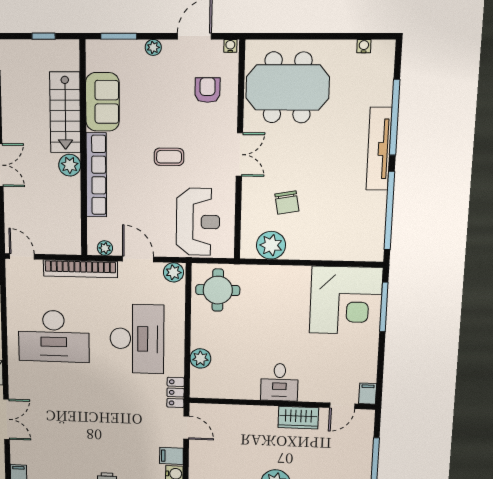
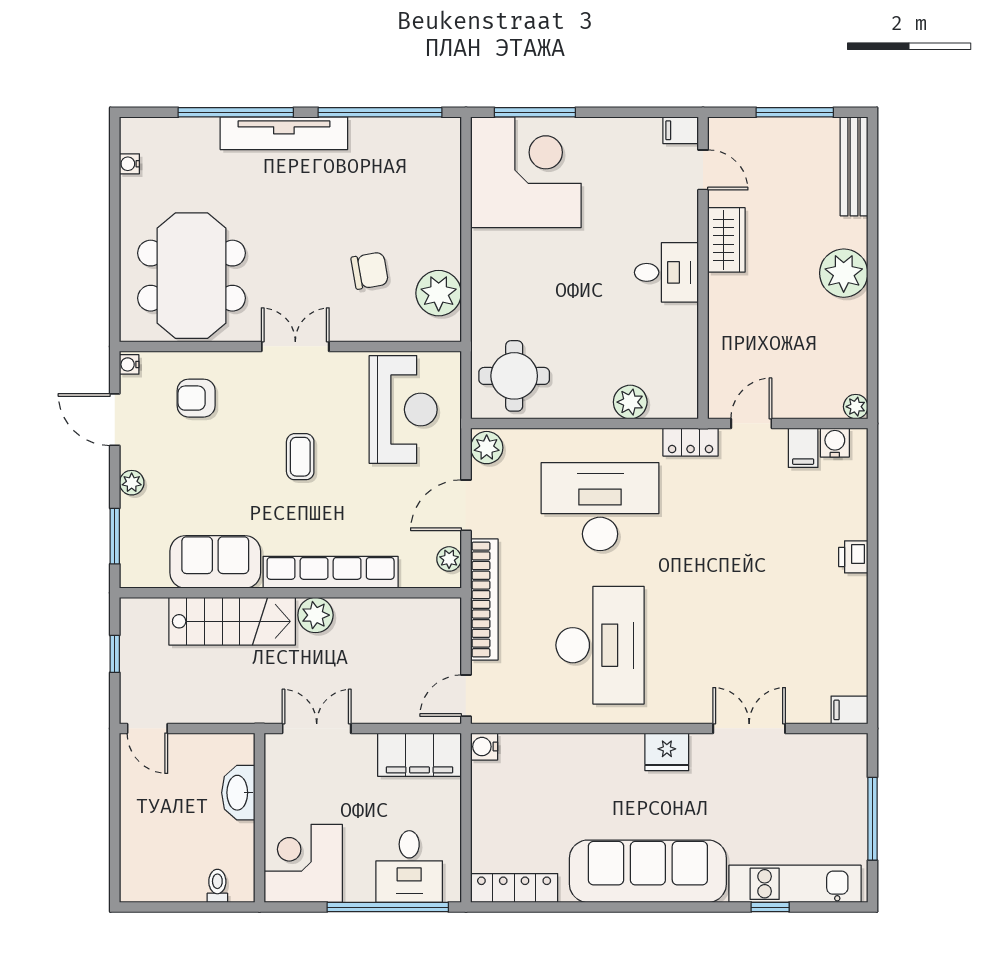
reception desk: (198, 222) -> (403, 410), turned 90

